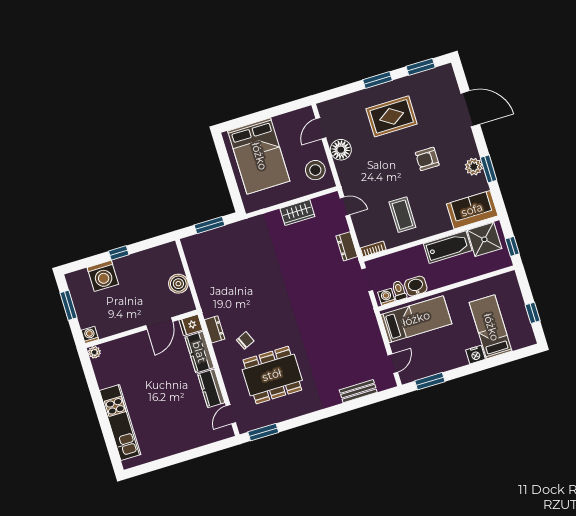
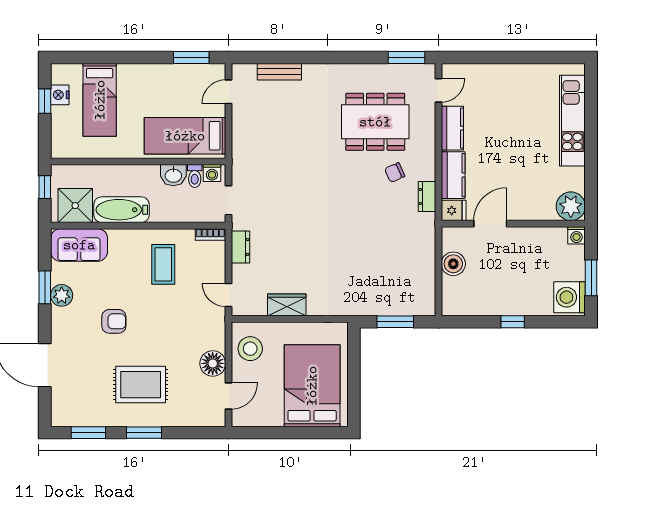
washing machine: (103, 276) -> (570, 297), moved, turned -90
plant: (94, 352) -> (571, 206), width x1.87, depth x1.87
nightstand: (475, 355) -> (60, 95), moved, turned -90

